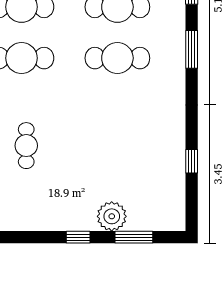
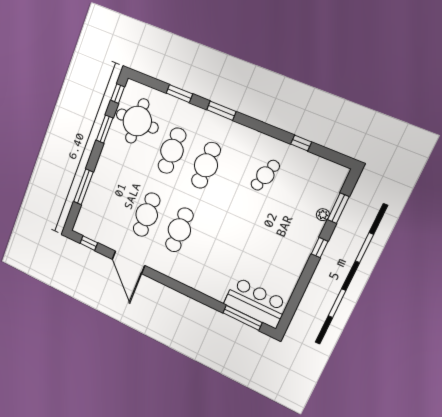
cafe table: (26, 146) -> (265, 175), moved, turned -72
plant: (112, 216) -> (323, 215), width x0.53, depth x0.53

